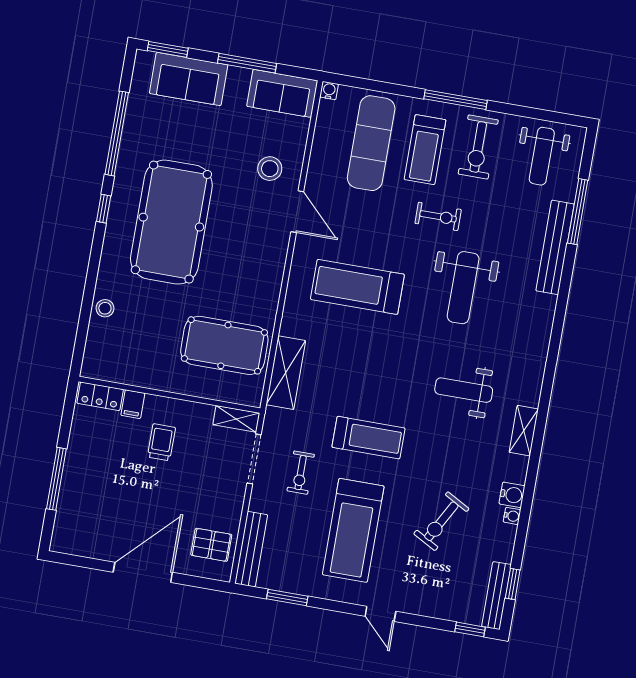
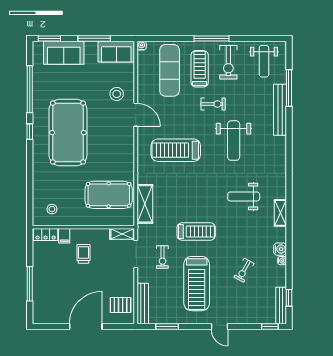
treadmill: (425, 150) -> (200, 69), turned 180
stool: (105, 308) -> (52, 209), moved
exercise bike: (441, 521) -> (244, 270), width x0.73, depth x0.72

